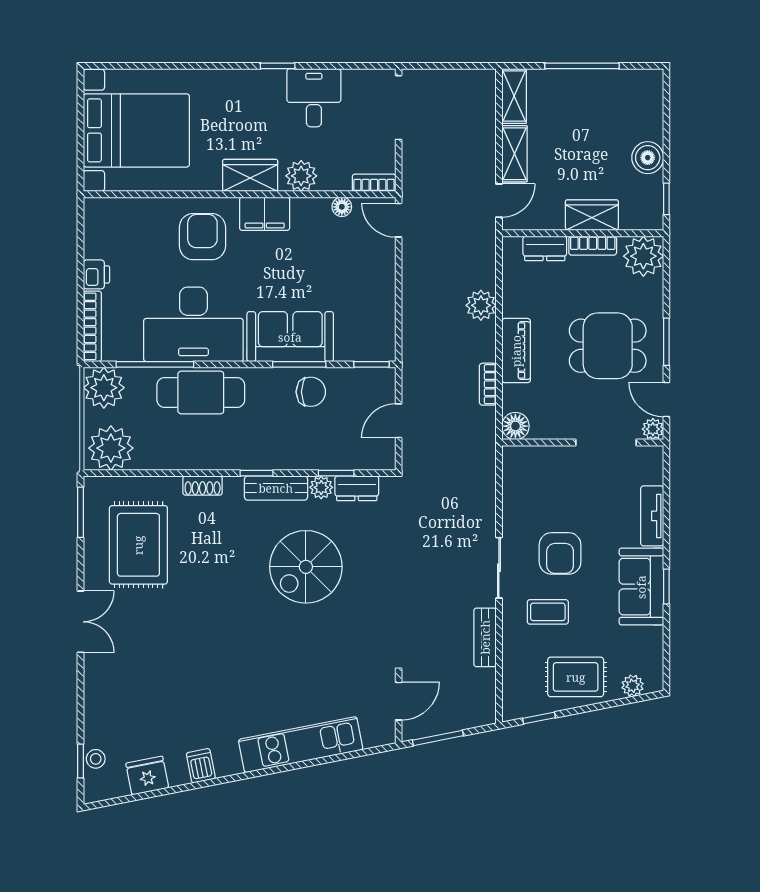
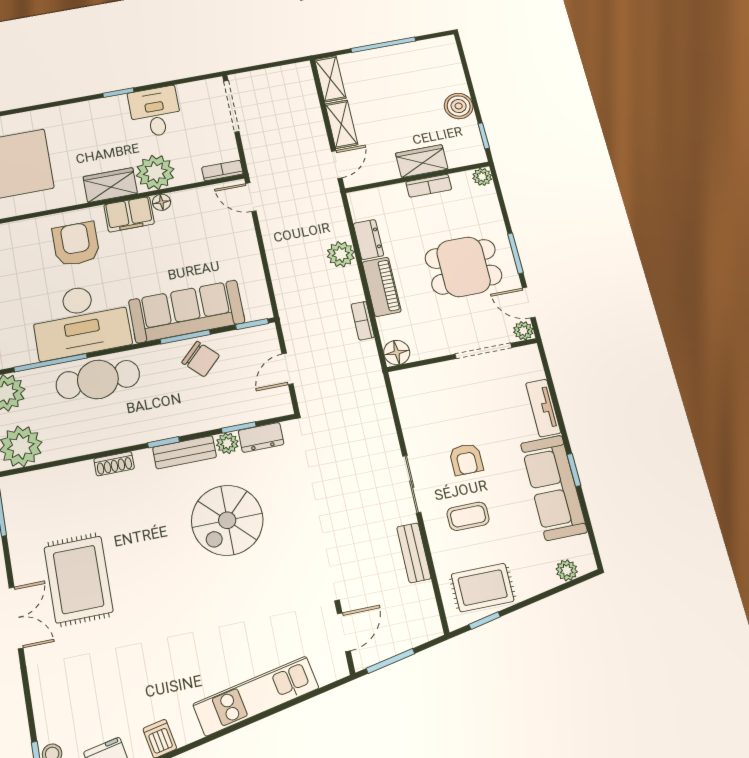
plant: (301, 176) -> (155, 172), width x1.36, depth x1.36
floor lamp: (342, 207) -> (162, 202), moved
dresser: (545, 248) -> (368, 239), moved, turned -90
plant: (643, 256) -> (482, 177), width x0.53, depth x0.53
sofa: (290, 337) -> (187, 311), width x1.36
chair: (311, 392) -> (201, 359), turned 45
rug: (138, 545) -> (79, 579), moved
armchair: (560, 553) -> (466, 459), width x0.72, depth x0.72
sofa: (641, 587) -> (554, 488), width x1.36
rug: (576, 677) -> (483, 588), moved

